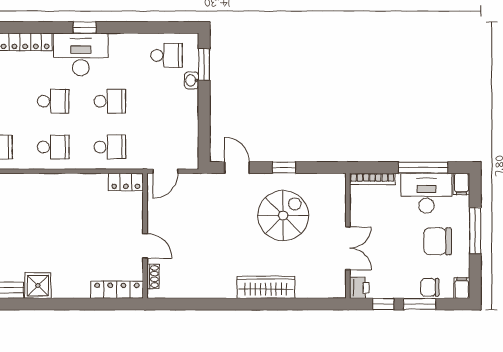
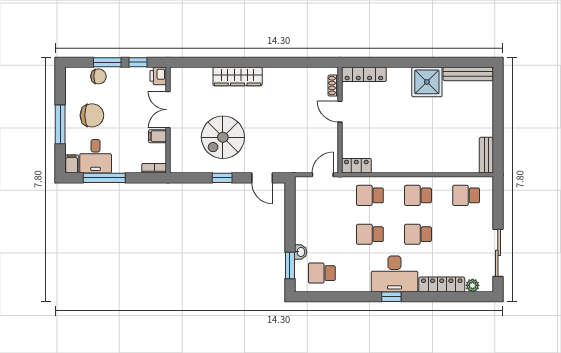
bookcase: (372, 179) -> (154, 168), width x0.64
desk: (426, 193) -> (96, 156), width x0.73
shower: (38, 285) -> (427, 82), width x1.36, depth x1.36
filing cabinet: (462, 288) -> (158, 136), moved, turned 90

